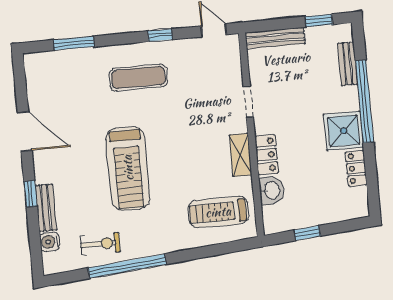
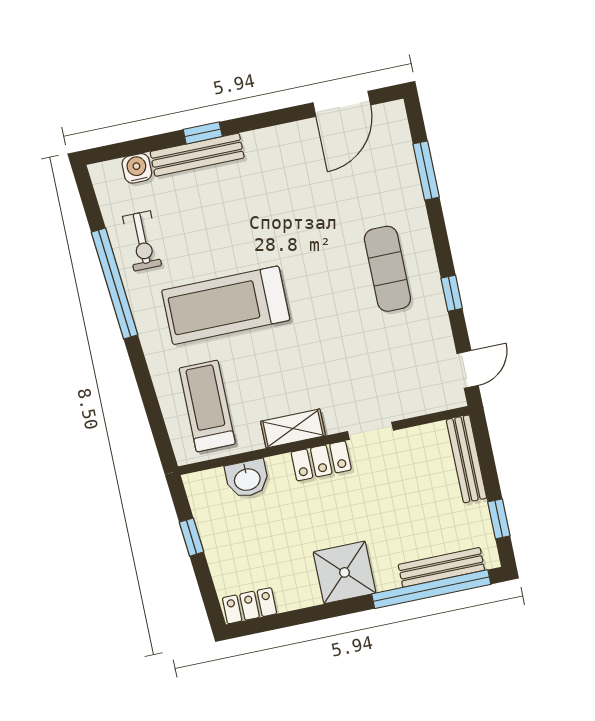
bench: (348, 64) -> (441, 567), width x1.36
window: (364, 101) -> (431, 589), moved
door: (25, 132) -> (342, 104), moved
locker: (267, 155) -> (321, 461), moved
treadmill: (128, 168) -> (226, 305), moved
locker: (356, 168) -> (250, 606), moved
bench: (46, 208) -> (197, 155), width x1.36

